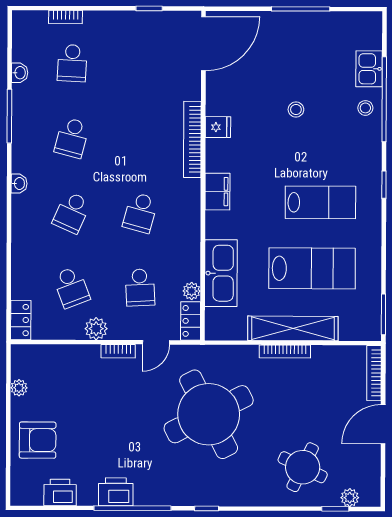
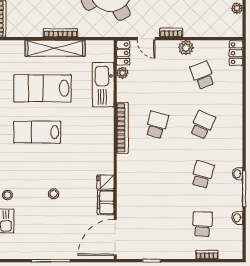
bookcase: (192, 139) -> (122, 128), moved
washbasin: (19, 184) -> (238, 174), moved
filing cabinet: (217, 192) -> (106, 202), moved
school desk: (140, 287) -> (157, 75), removed
door: (156, 342) -> (146, 39), swing flipped

